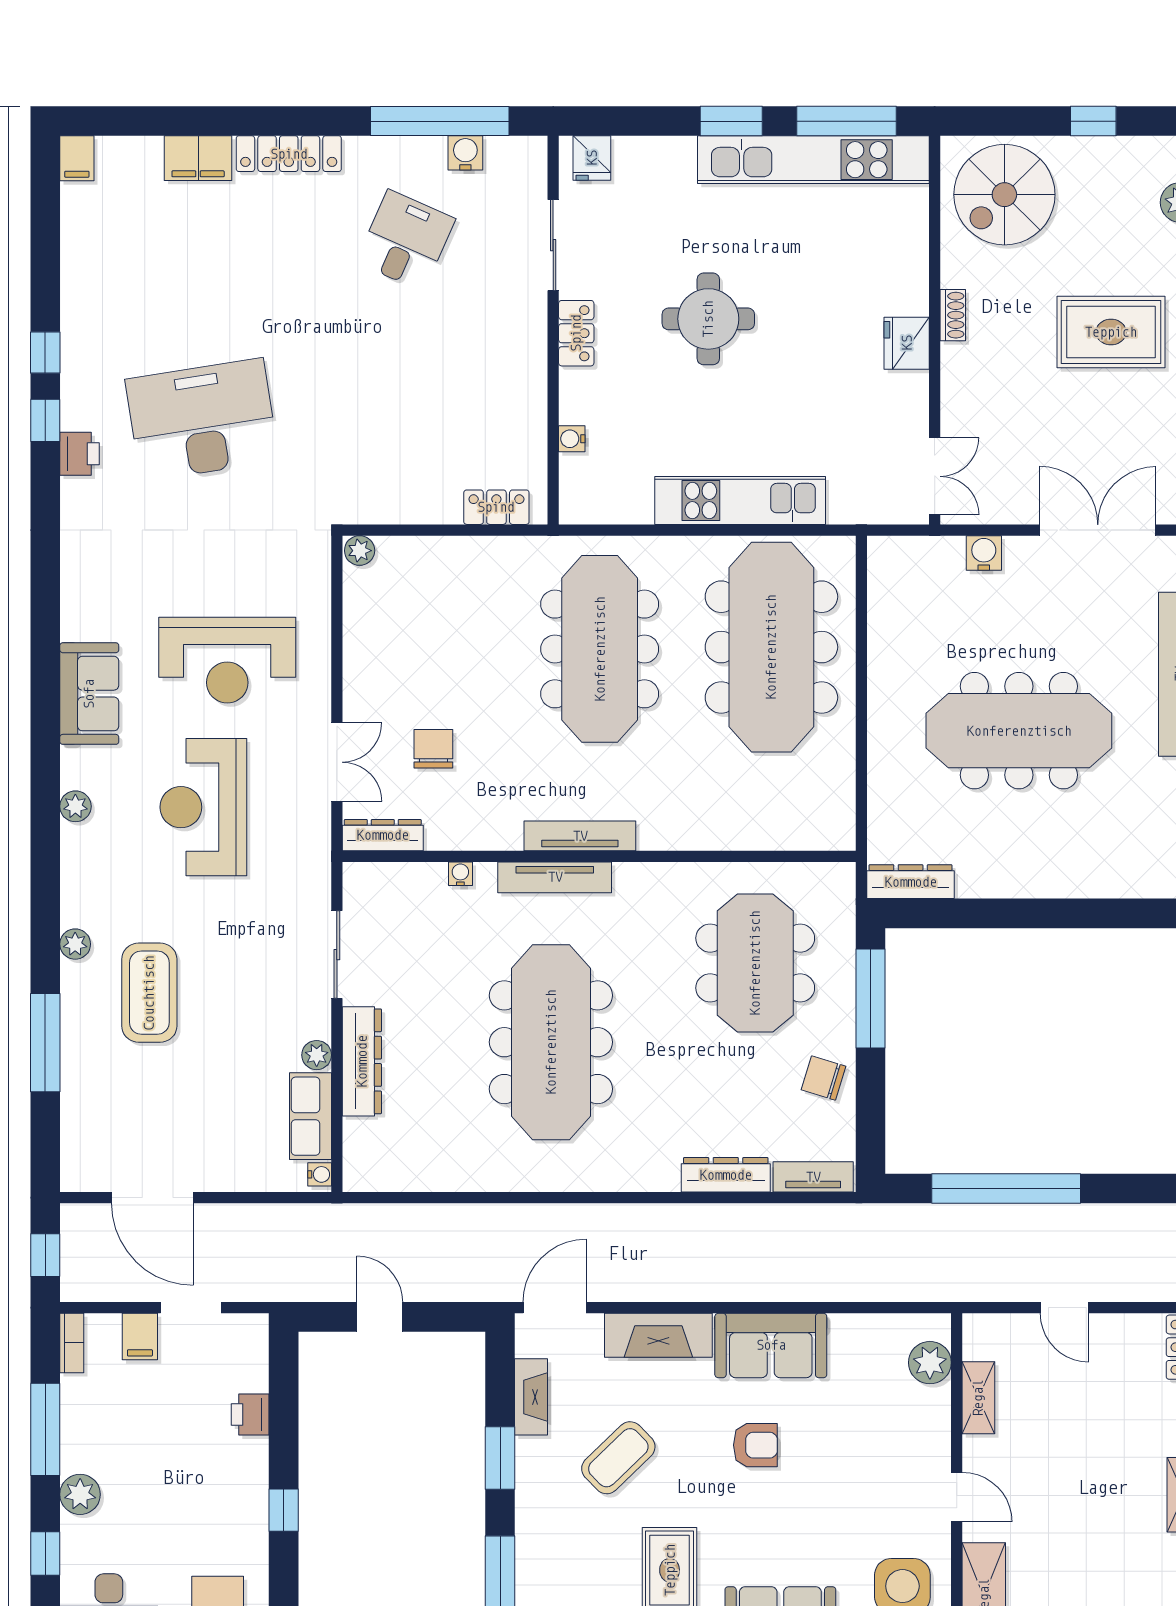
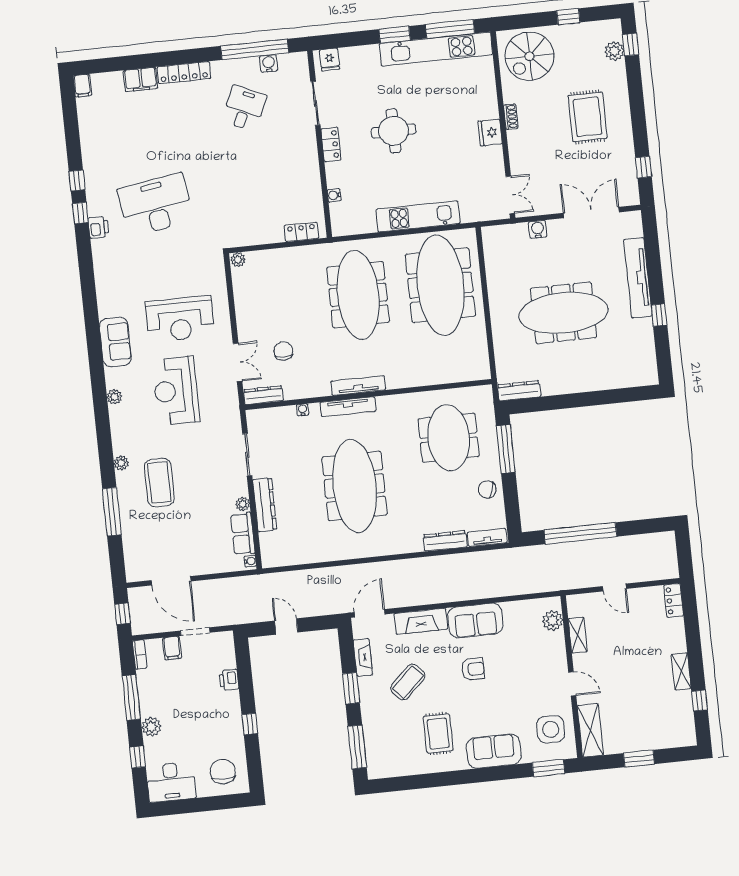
rug: (1111, 332) -> (588, 117), turned 90

